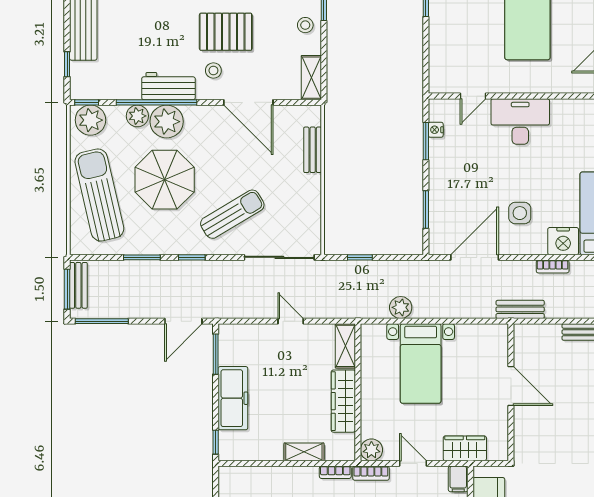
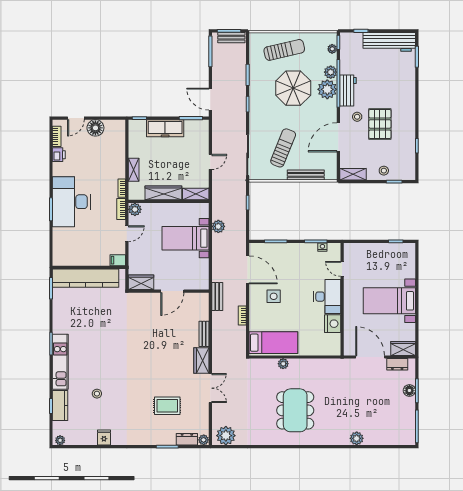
plant: (90, 120) -> (332, 49), width x0.53, depth x0.53
bench: (313, 150) -> (306, 175), width x1.36
sun lounger: (99, 195) -> (284, 50), width x0.73, depth x0.75
sun lounger: (232, 214) -> (283, 148), moved, turned -127
nightstand: (563, 241) -> (333, 324), moved, turned 180
wardrobe: (465, 448) -> (141, 282), moved, turned -90

